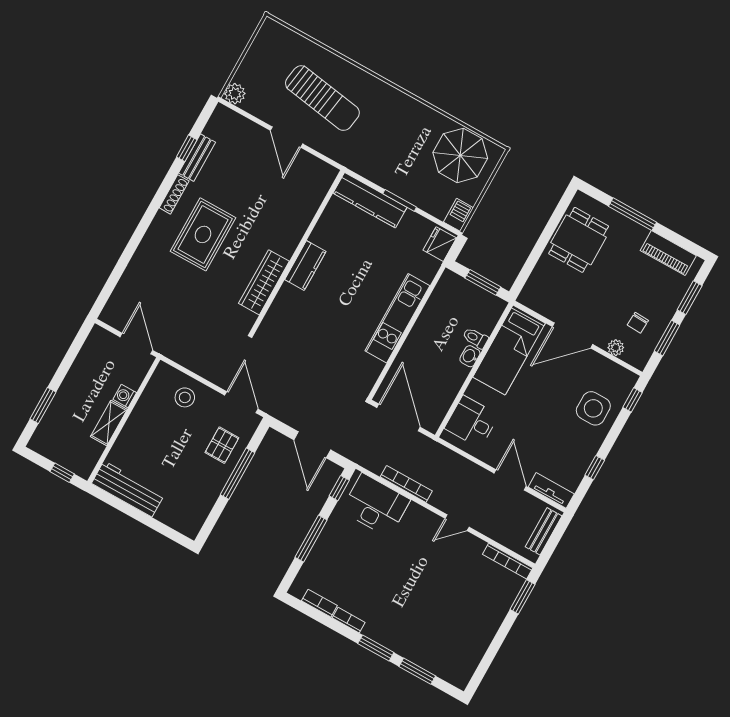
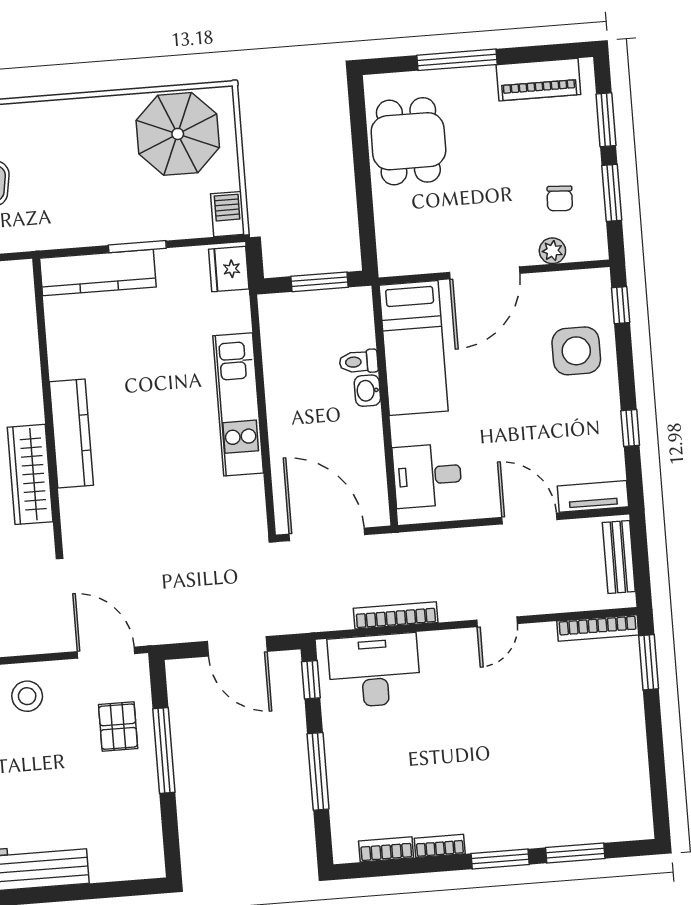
kitchen counter: (305, 265) -> (71, 434), width x1.50

